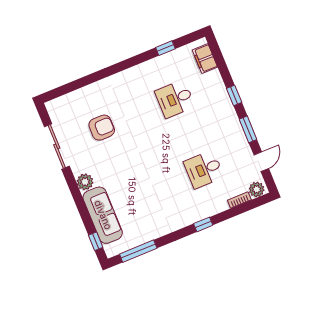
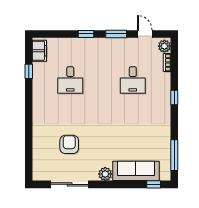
filing cabinet: (205, 59) -> (39, 51), moved, turned -90

